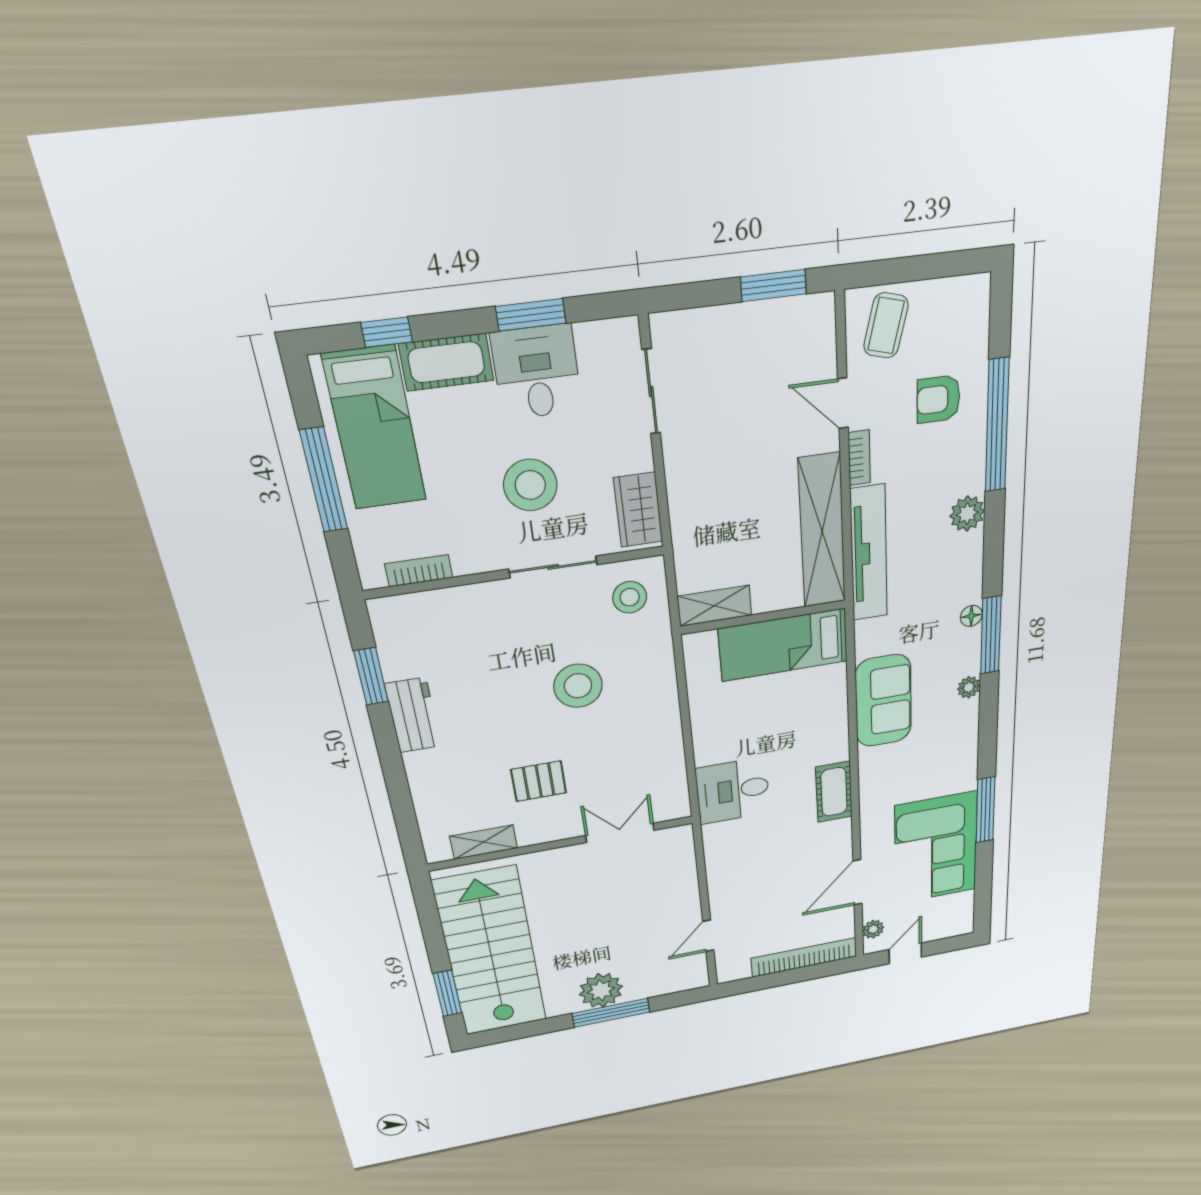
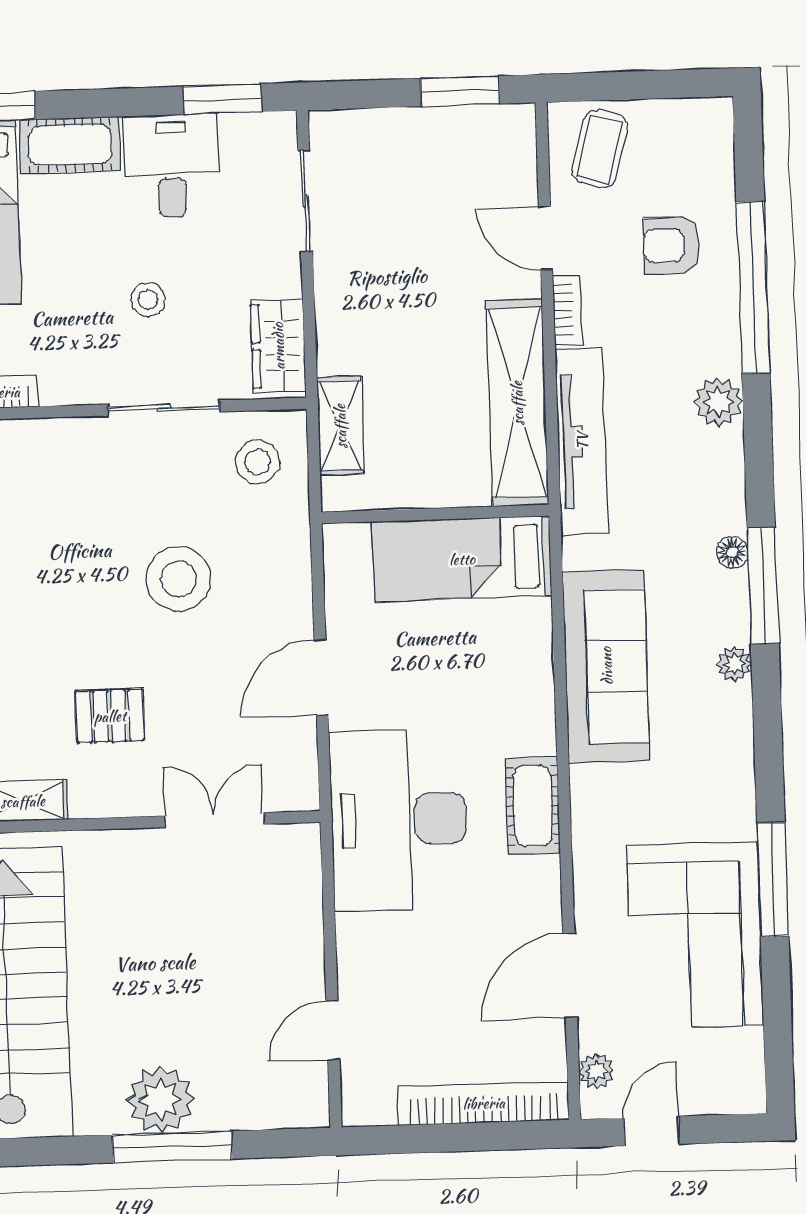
window: (531, 315) -> (222, 99), moved
stool: (530, 485) -> (148, 299), width x0.53, depth x0.53
shelving: (714, 606) -> (340, 426), moved, turned 90
sofa: (883, 701) -> (606, 666), width x1.36
door: (687, 735) -> (321, 677), added
desk: (733, 791) -> (399, 819), width x1.87, depth x1.30

